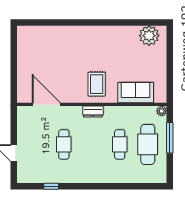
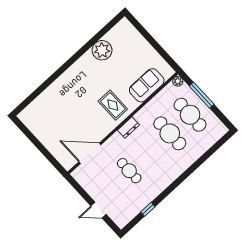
plant: (149, 36) -> (102, 50), moved
cafe table: (120, 144) -> (170, 133), width x1.37, depth x1.35

